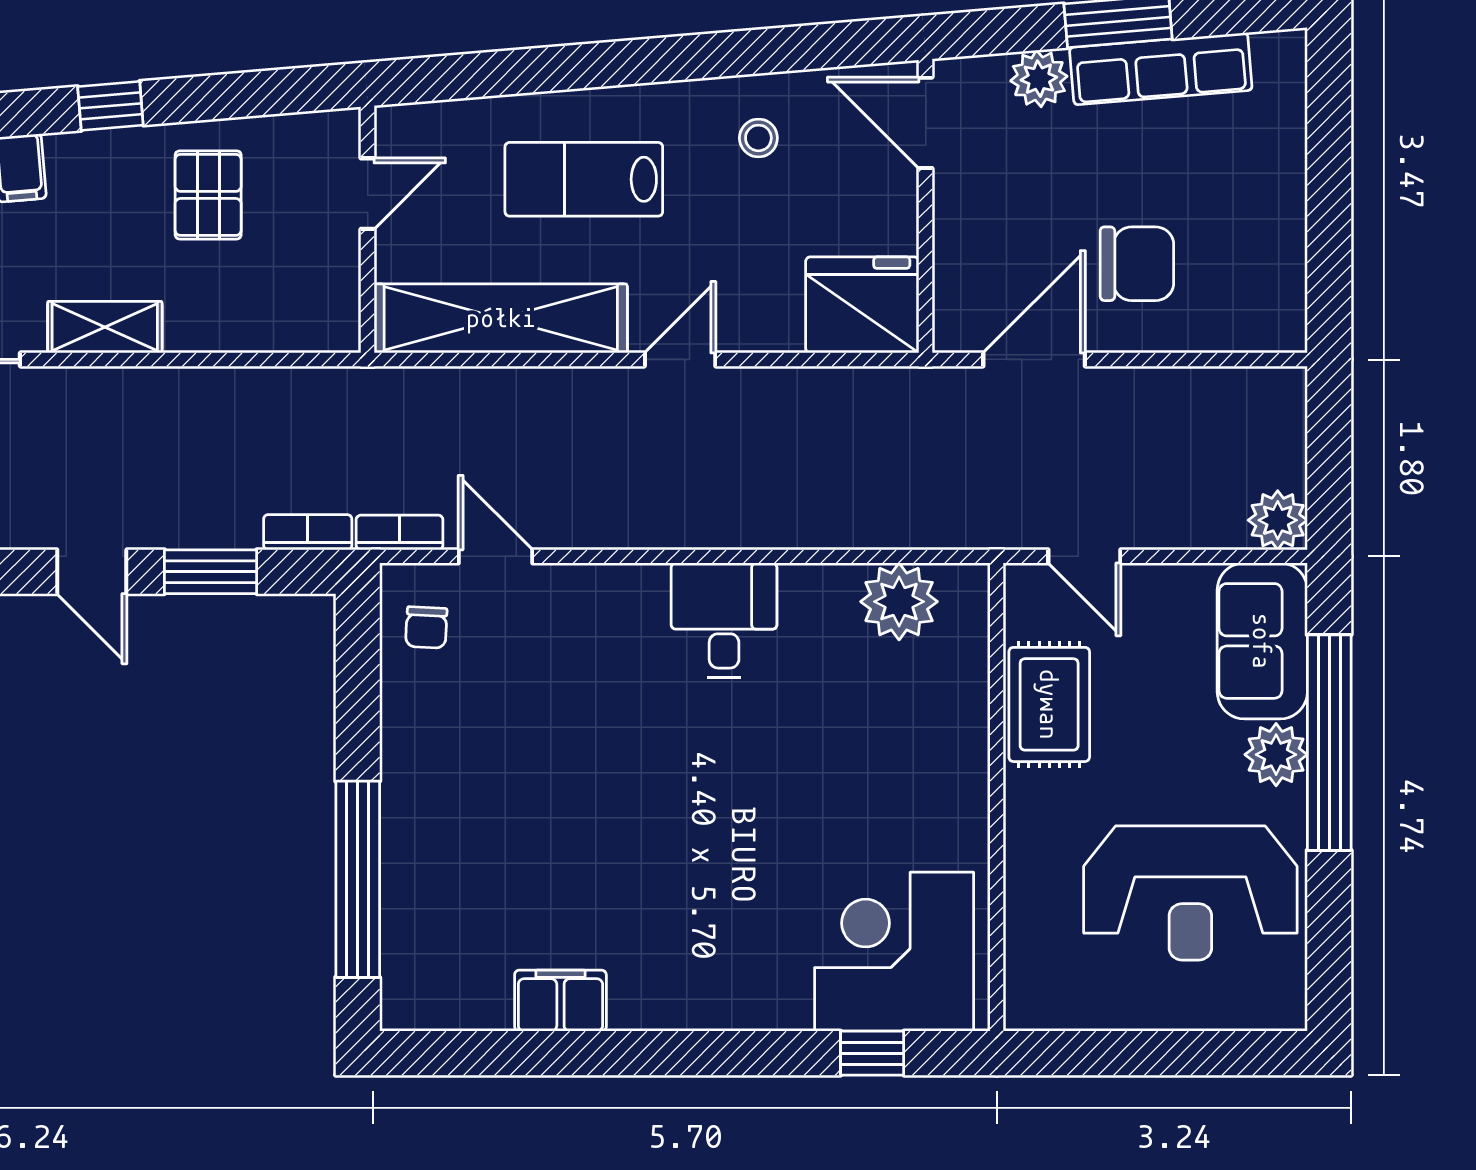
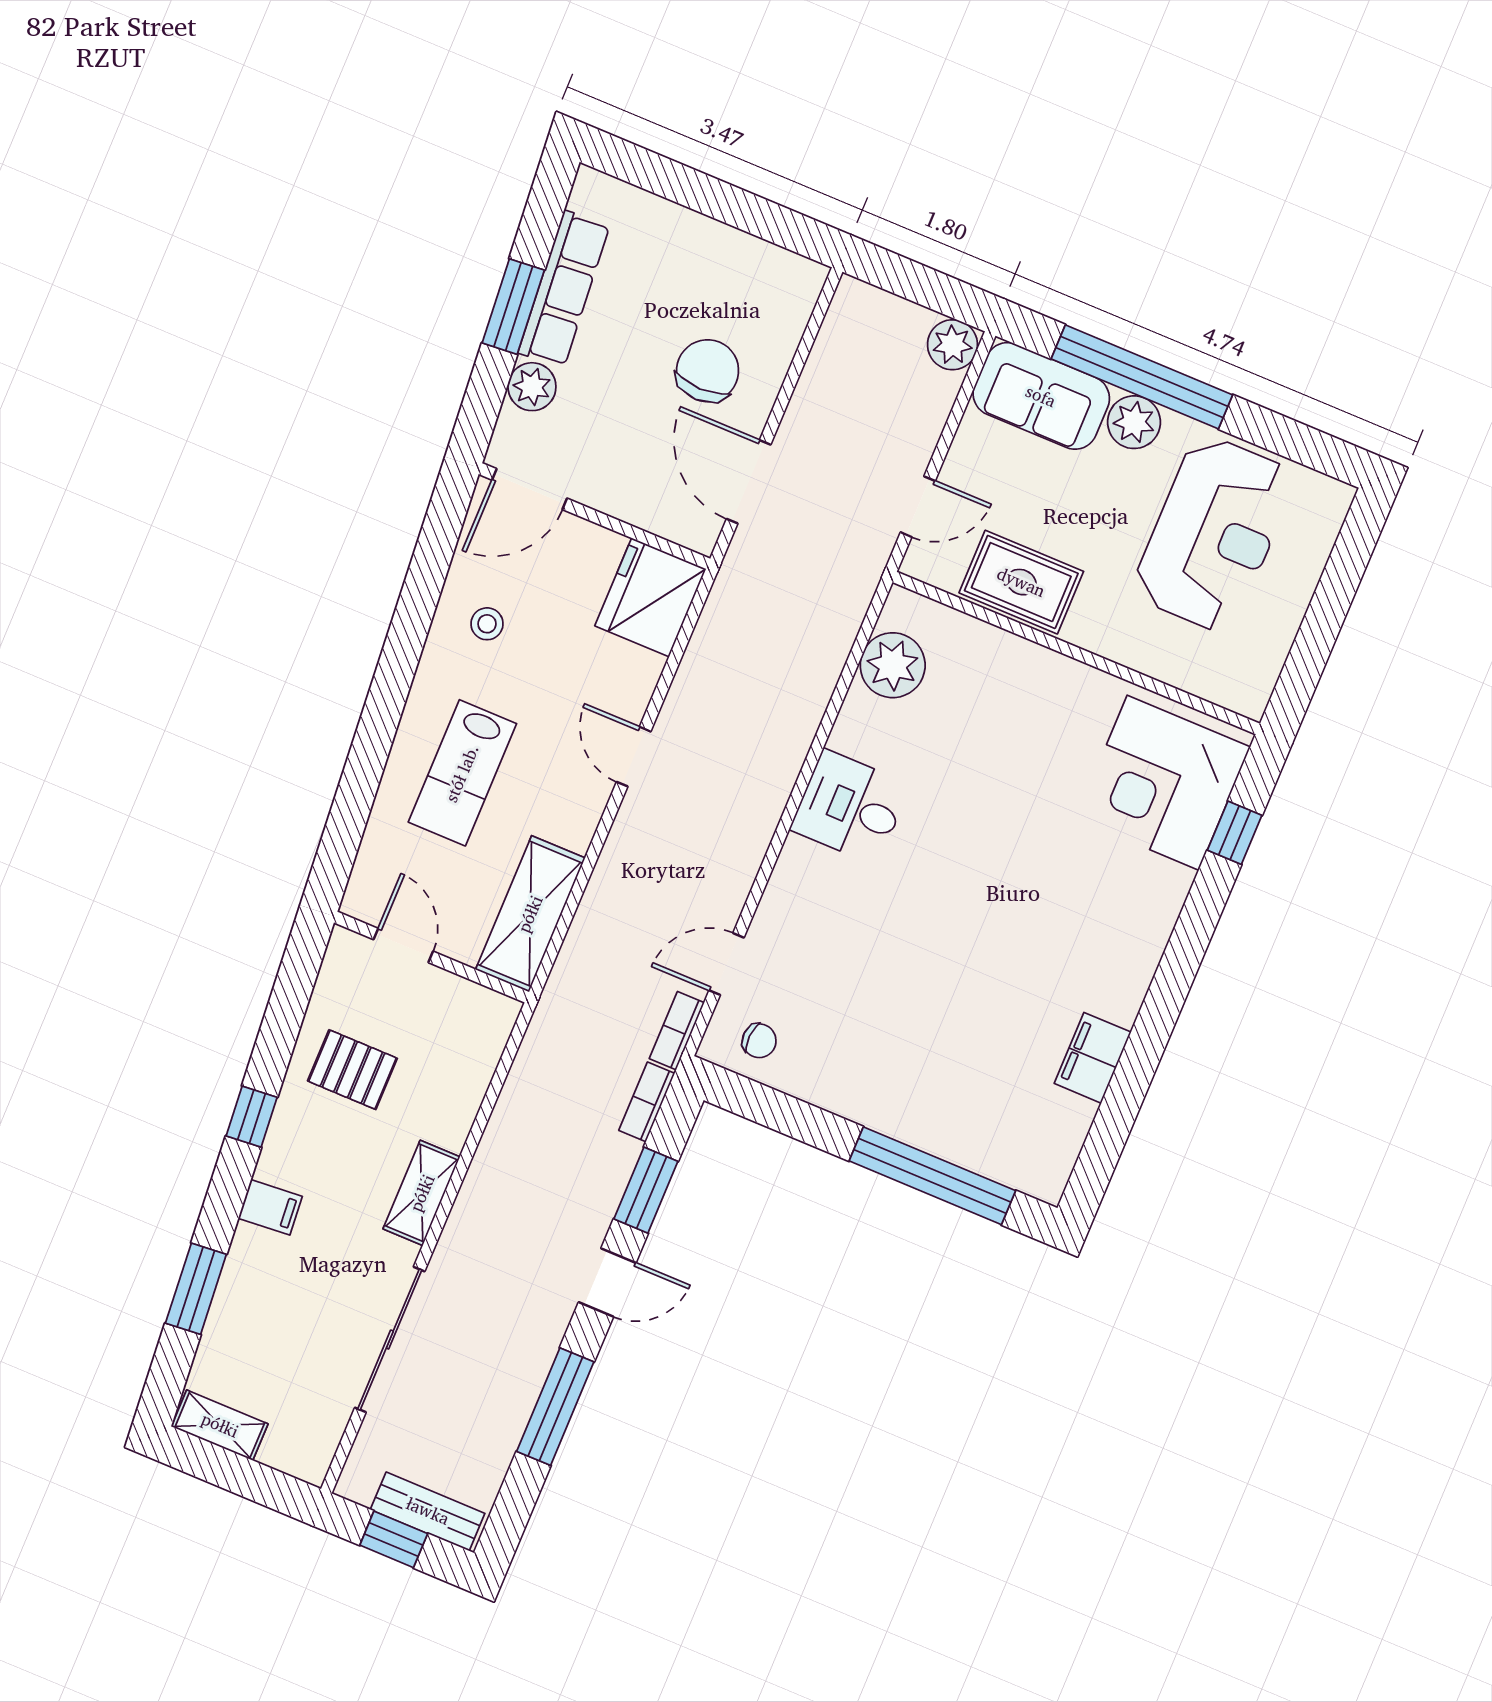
shelving: (501, 318) -> (530, 914), width x0.68

